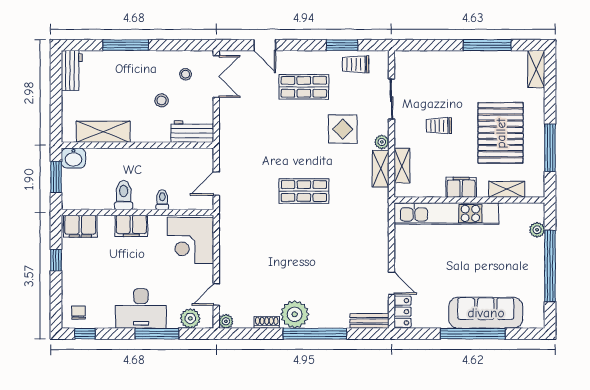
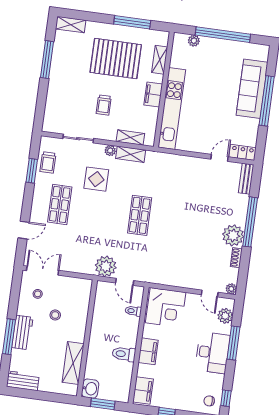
workbench: (192, 131) -> (22, 333), moved, turned 180
plant: (233, 157) -> (106, 266), added
toilet: (162, 200) -> (133, 311), moved

